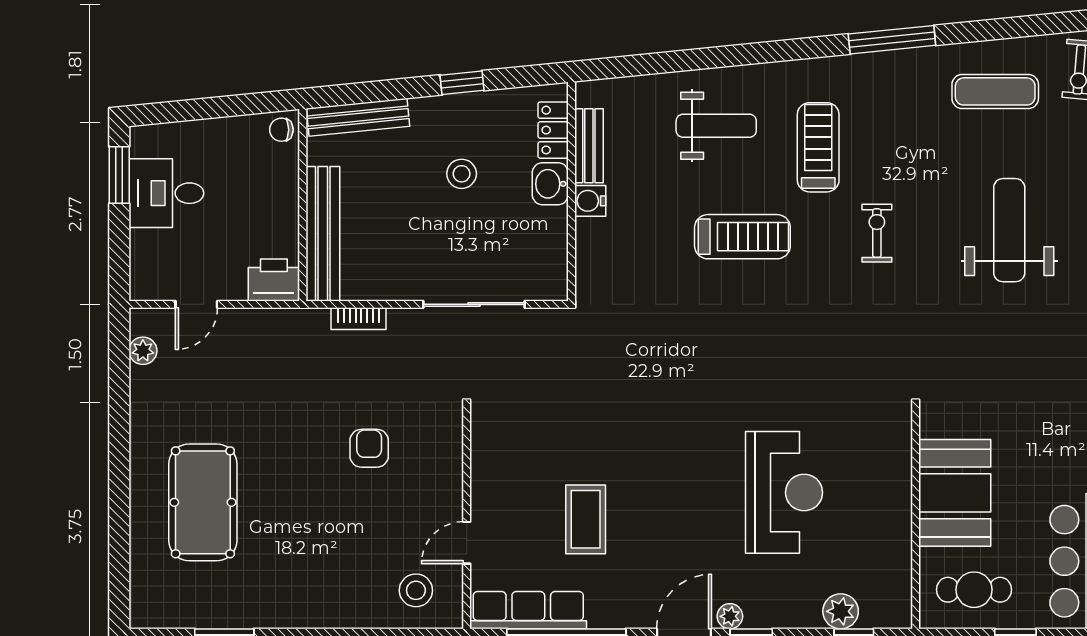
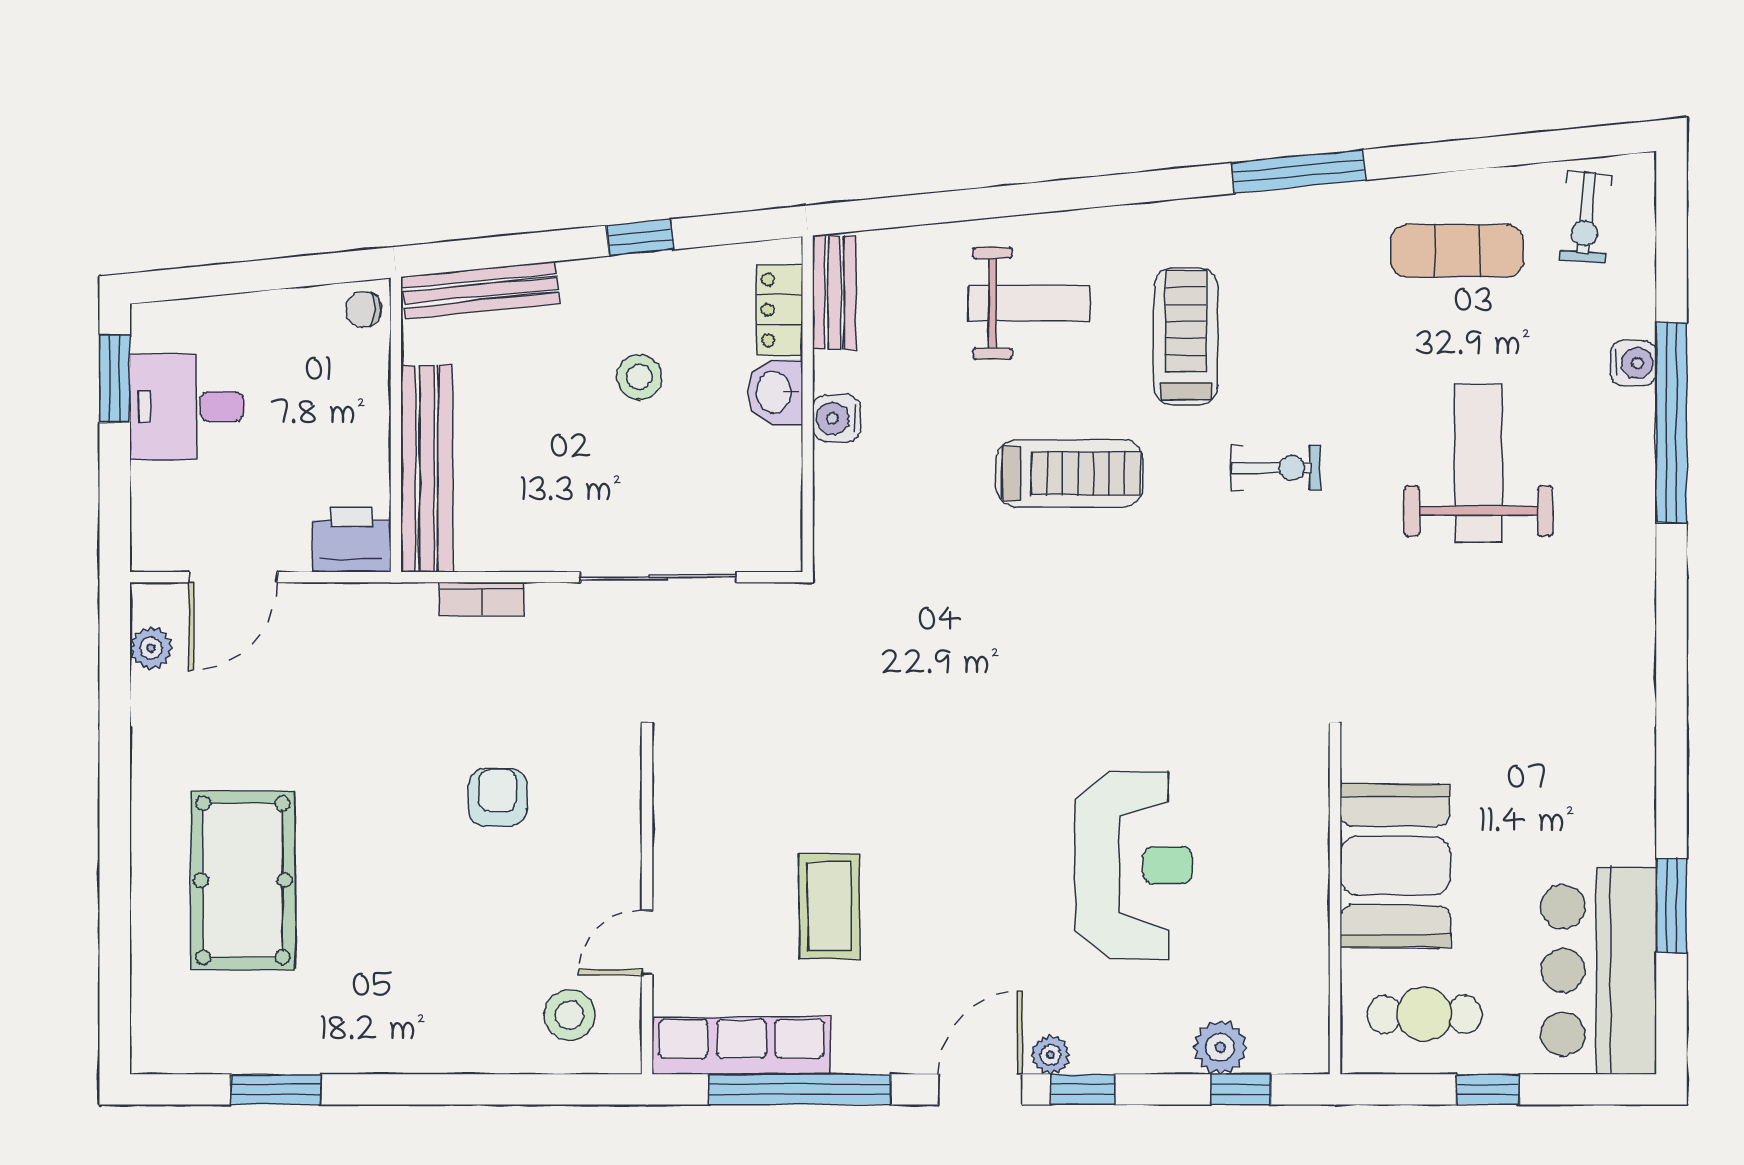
bench: (589, 146) -> (834, 293), moved
exercise bike: (877, 233) -> (1276, 468), turned 90
door: (196, 304) -> (233, 577), width x1.38

